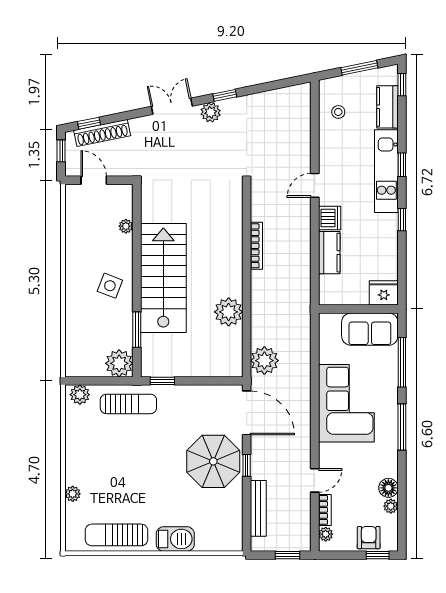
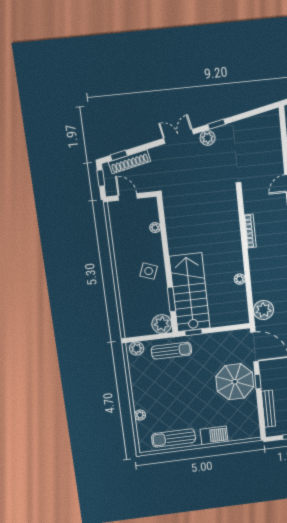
stairs: (163, 278) -> (190, 292), moved
plant: (229, 312) -> (240, 279), width x0.53, depth x0.53

